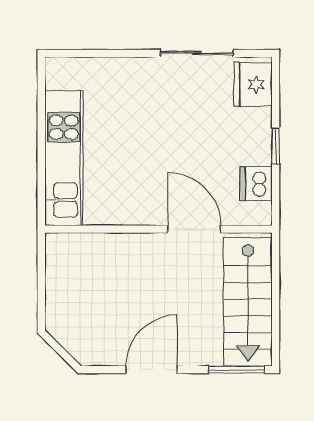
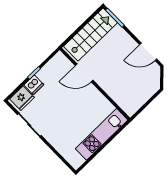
dishwasher: (256, 184) -> (34, 85), moved
door: (194, 229) -> (84, 73), hinge flipped
door: (151, 370) -> (148, 52), moved

